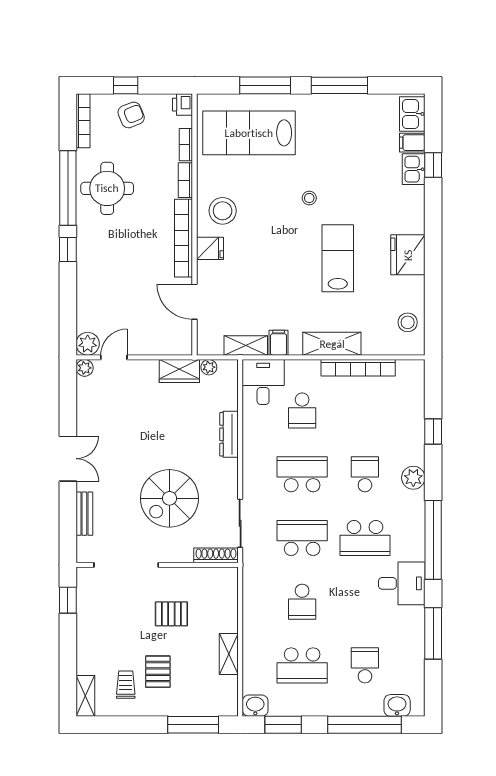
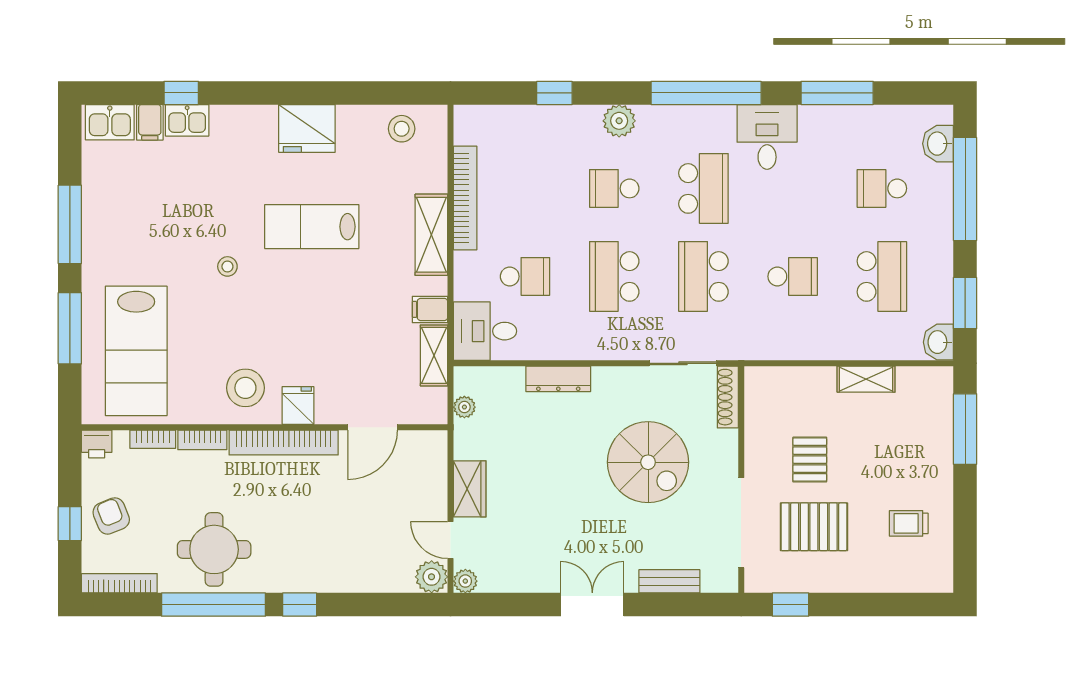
wardrobe: (179, 371) -> (470, 489), moved
pallet: (158, 672) -> (814, 527), moved, width x1.50, depth x1.42
shelving: (85, 696) -> (925, 580), removed

